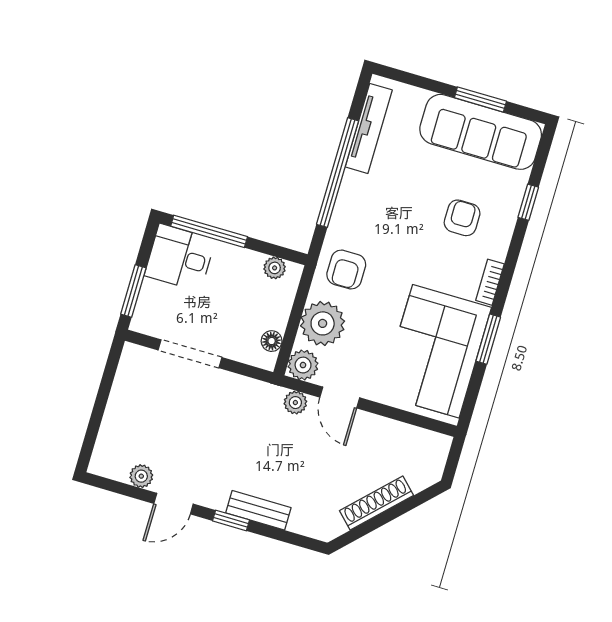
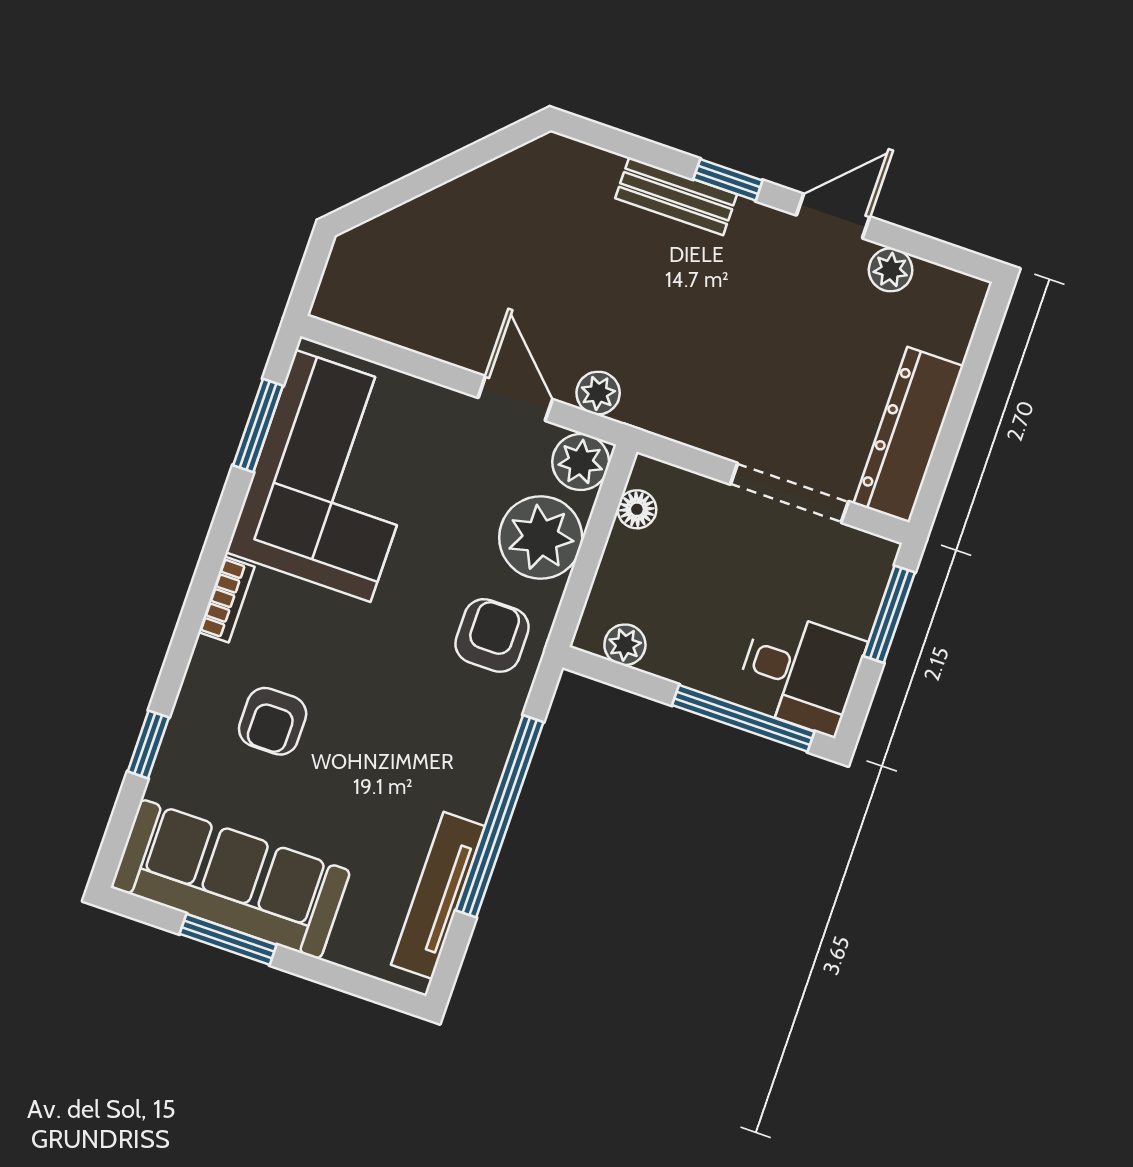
window: (488, 339) -> (258, 425), moved
dresser: (128, 388) -> (908, 435), added
shoe rack: (376, 503) -> (456, 199), removed

